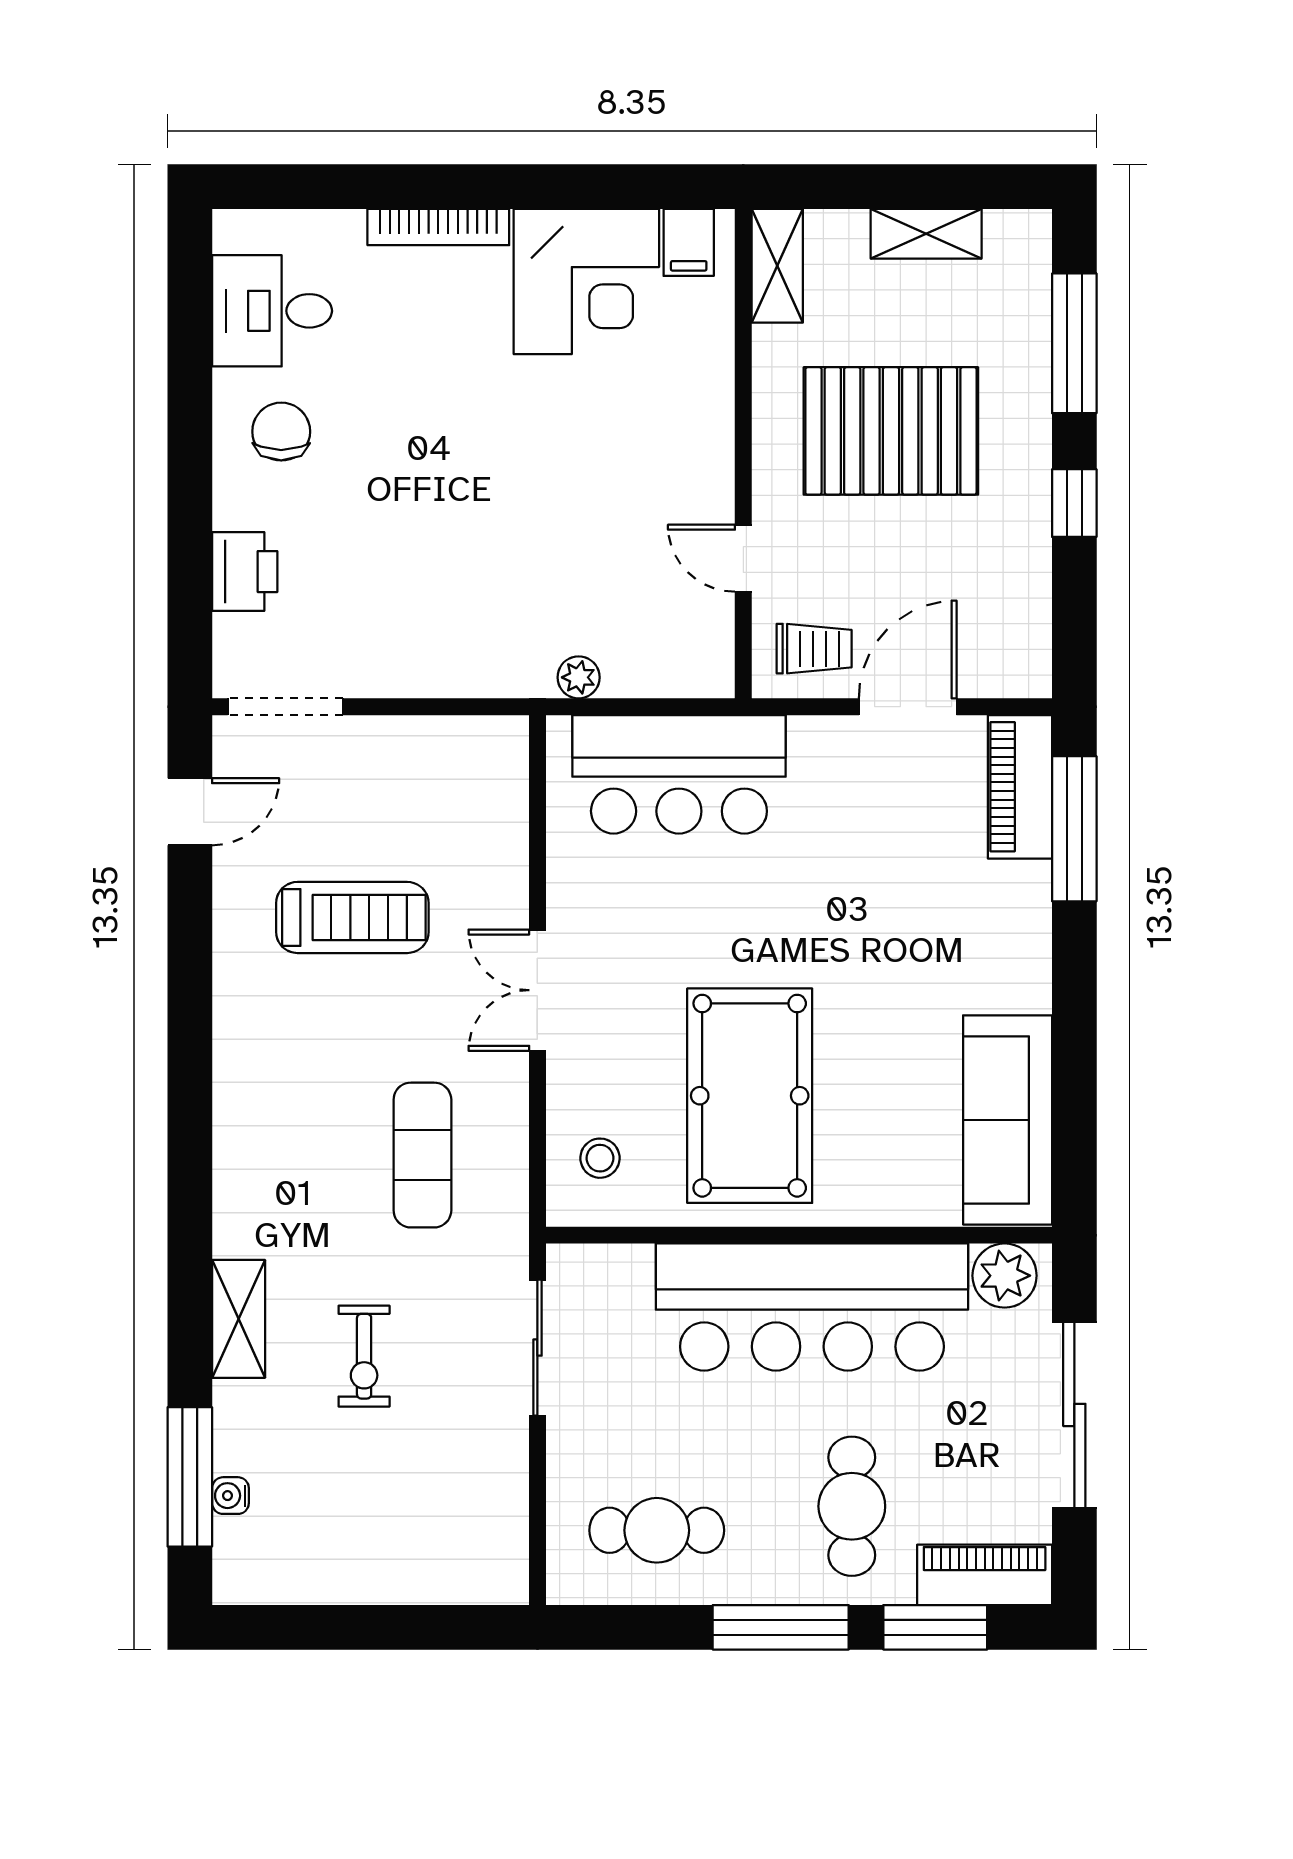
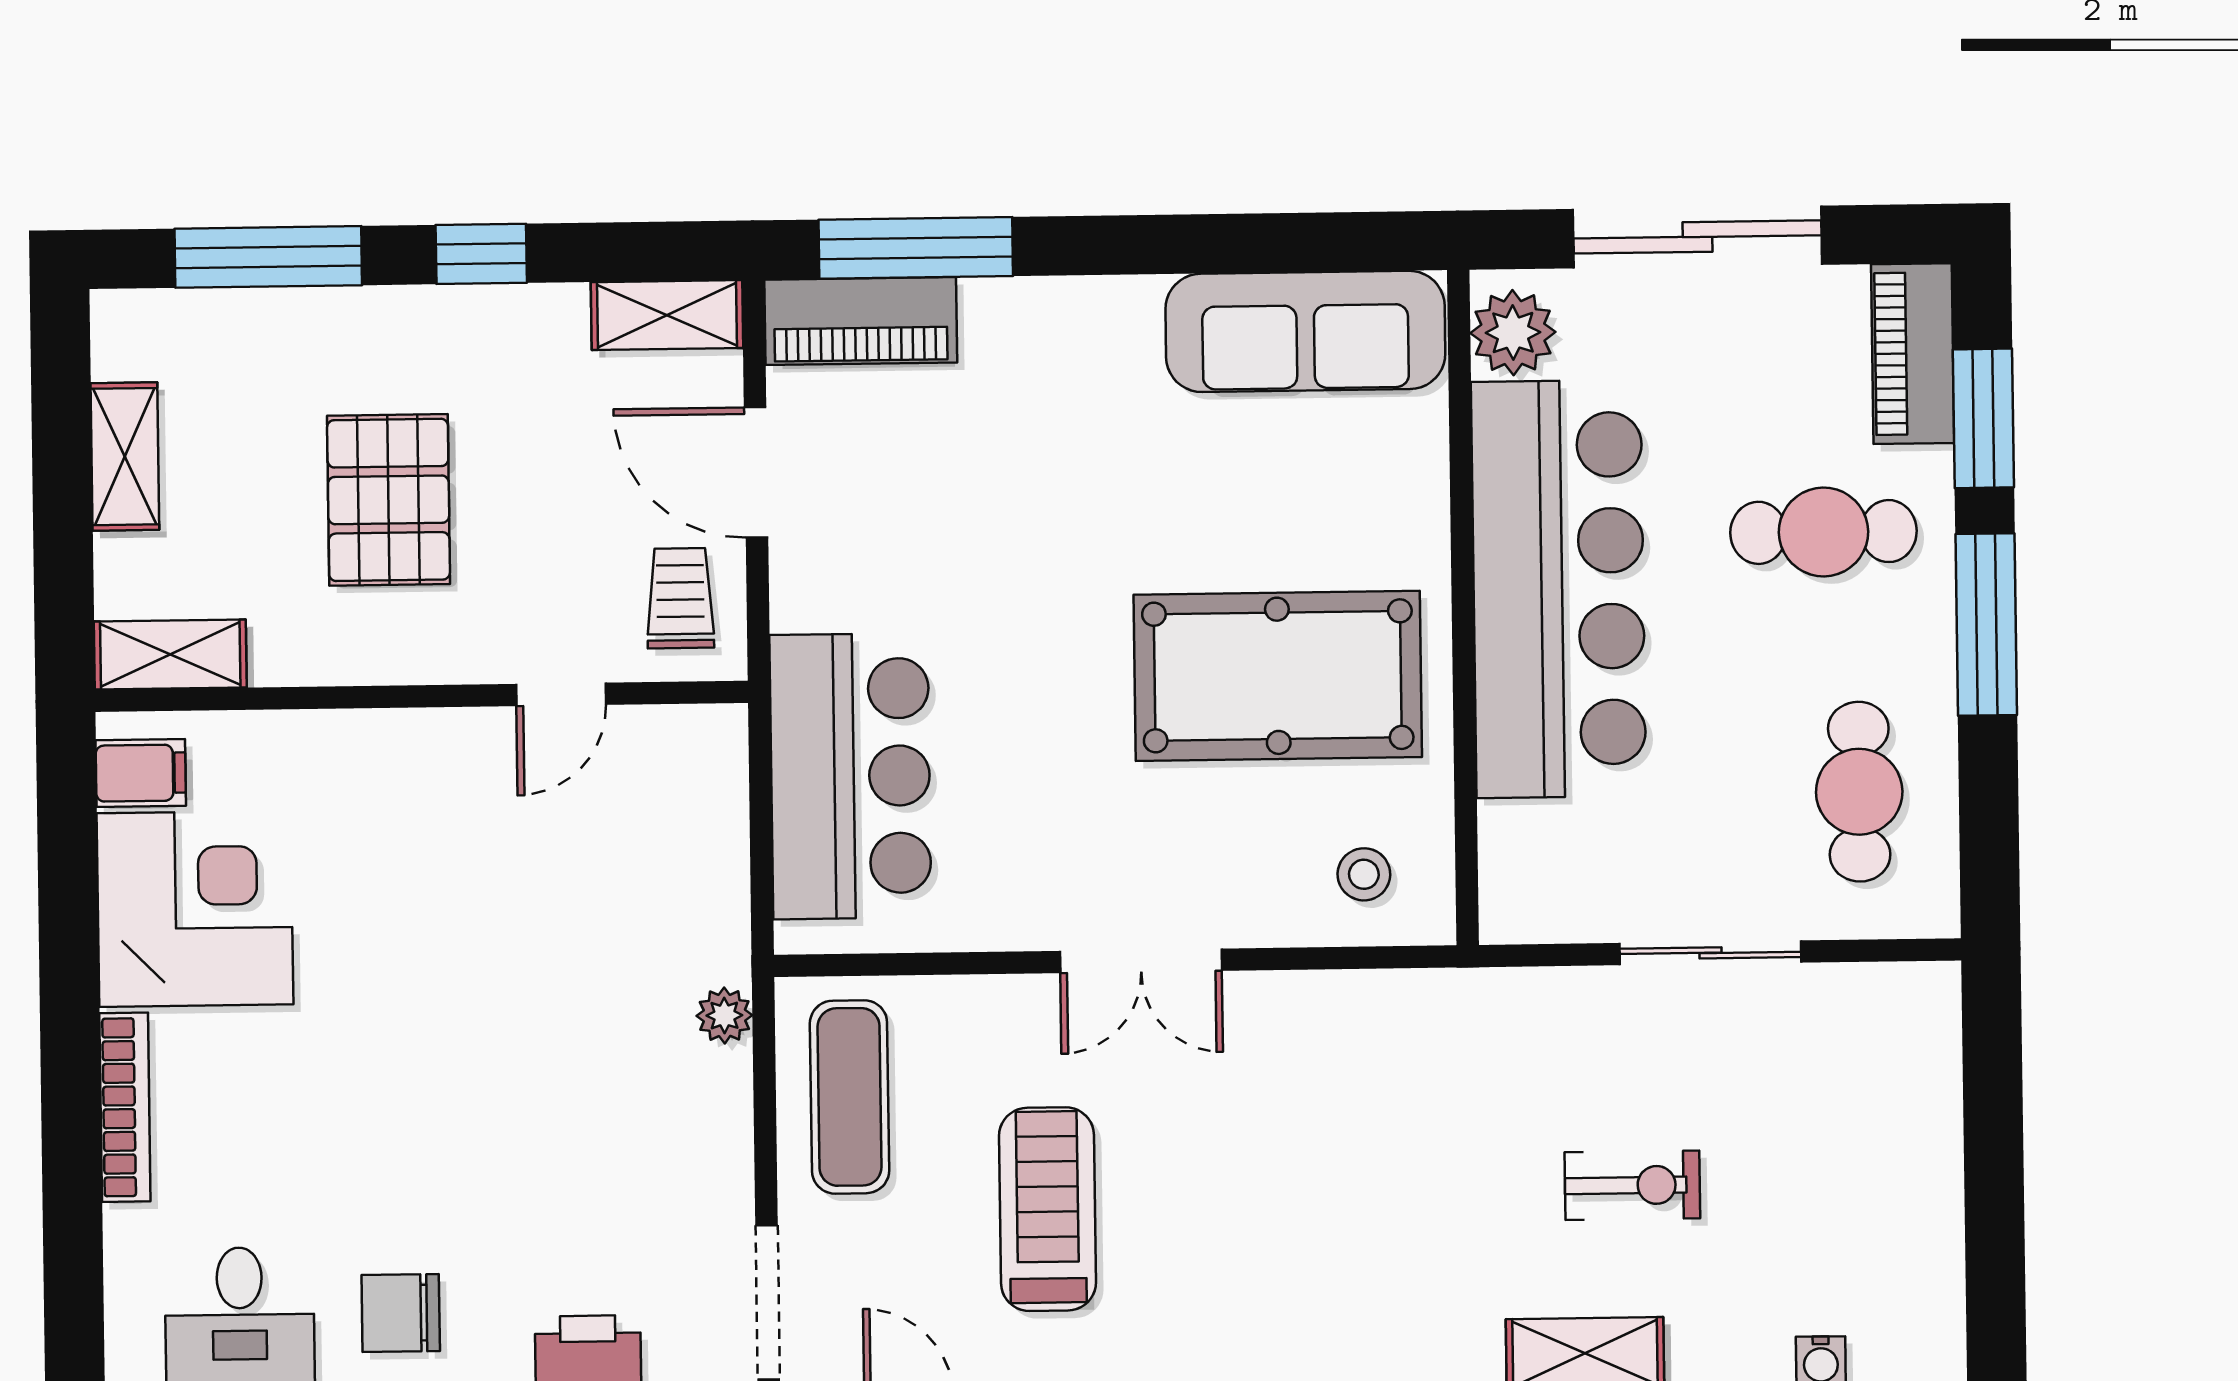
pallet: (891, 431) -> (389, 500), width x0.73, depth x0.71
shelving: (1027, 642) -> (667, 315), added
plant: (579, 677) -> (724, 1015), moved
exercise mat: (422, 1155) -> (850, 1097), moved, turned 90
sliding door: (537, 1348) -> (1710, 953), moved

